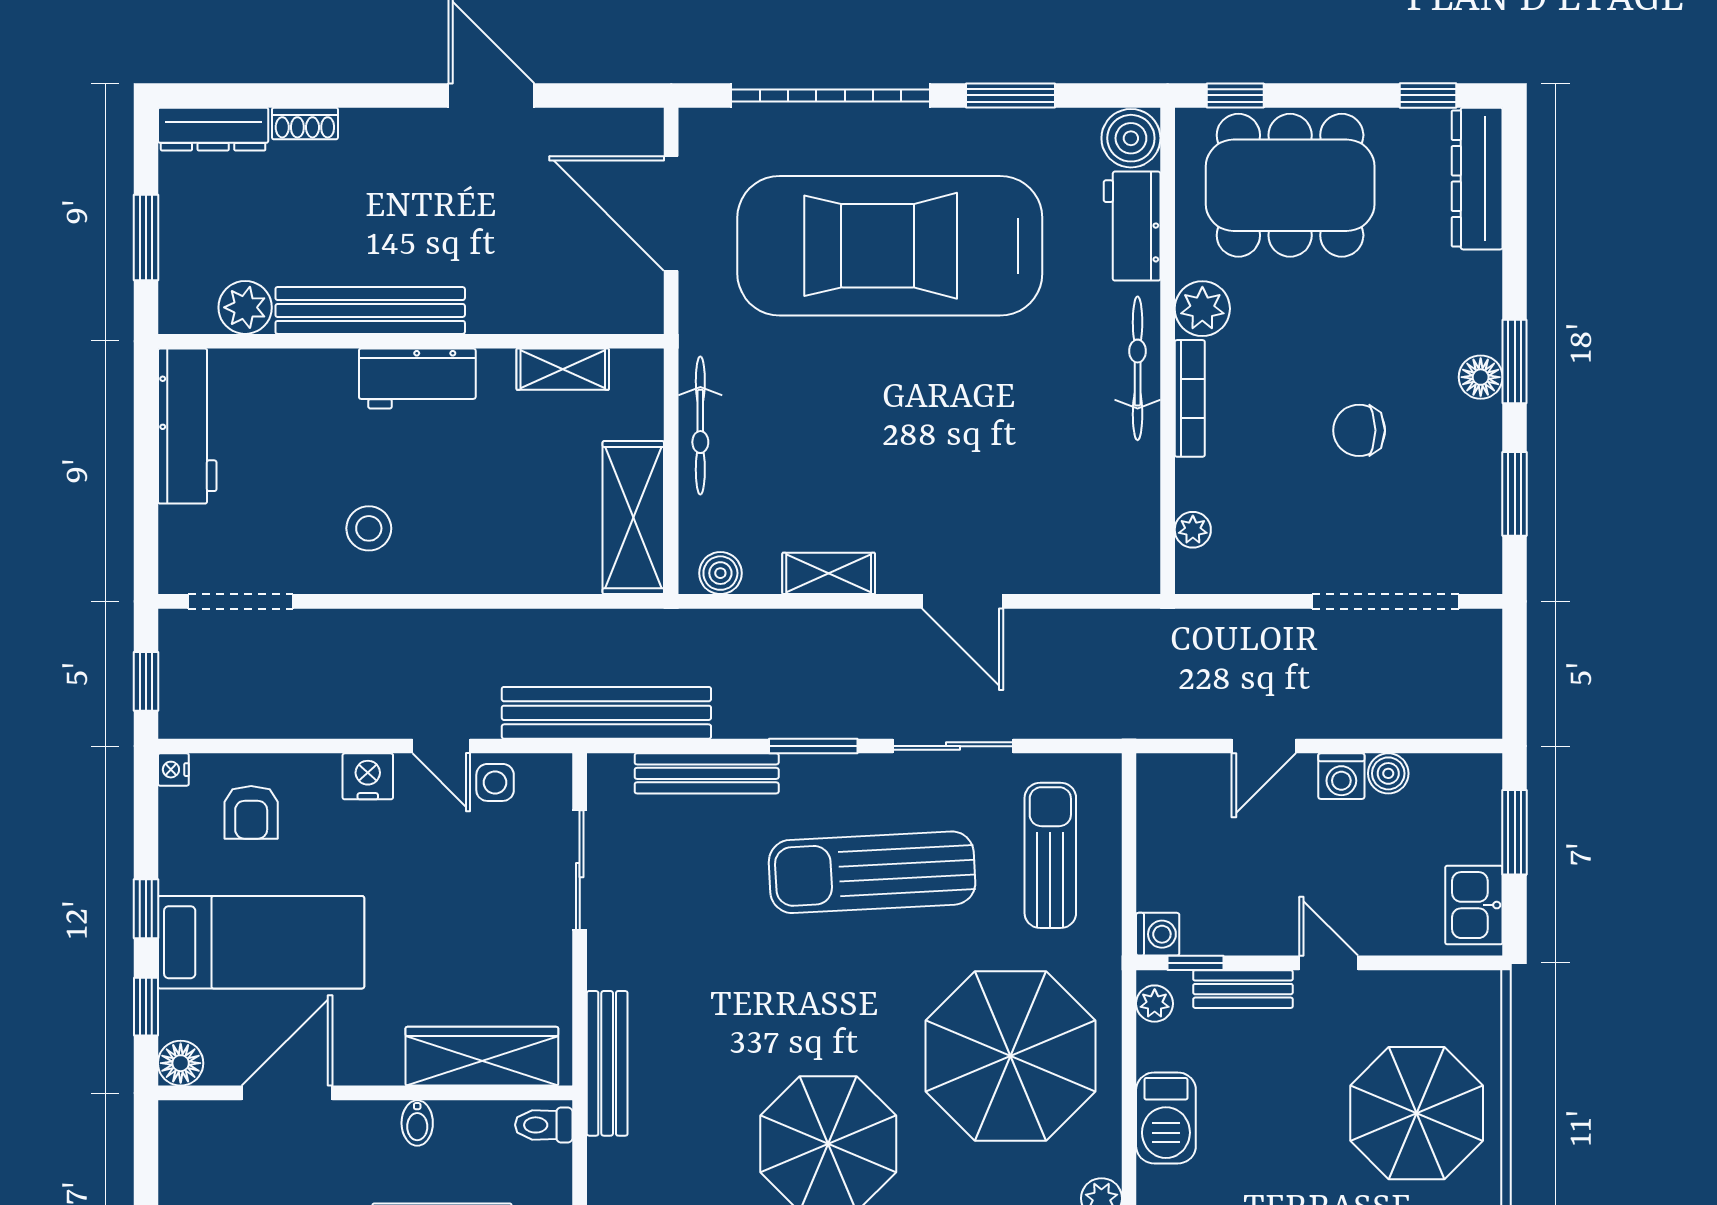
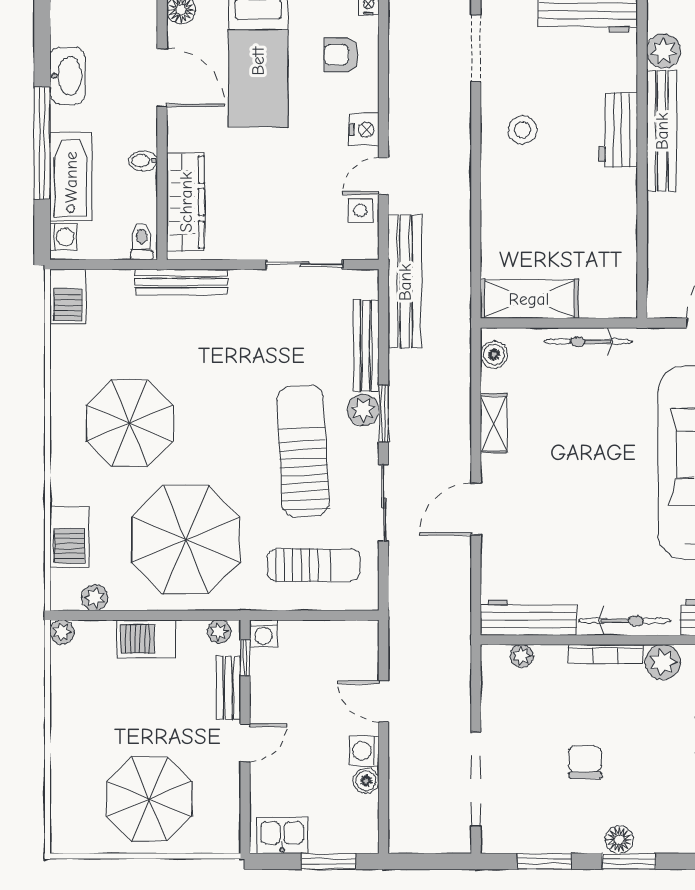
shelving: (563, 369) -> (624, 254), removed
workbench: (417, 379) -> (618, 130), moved
workbench: (1132, 519) -> (528, 617), added
plant: (807, 778) -> (363, 410), added

